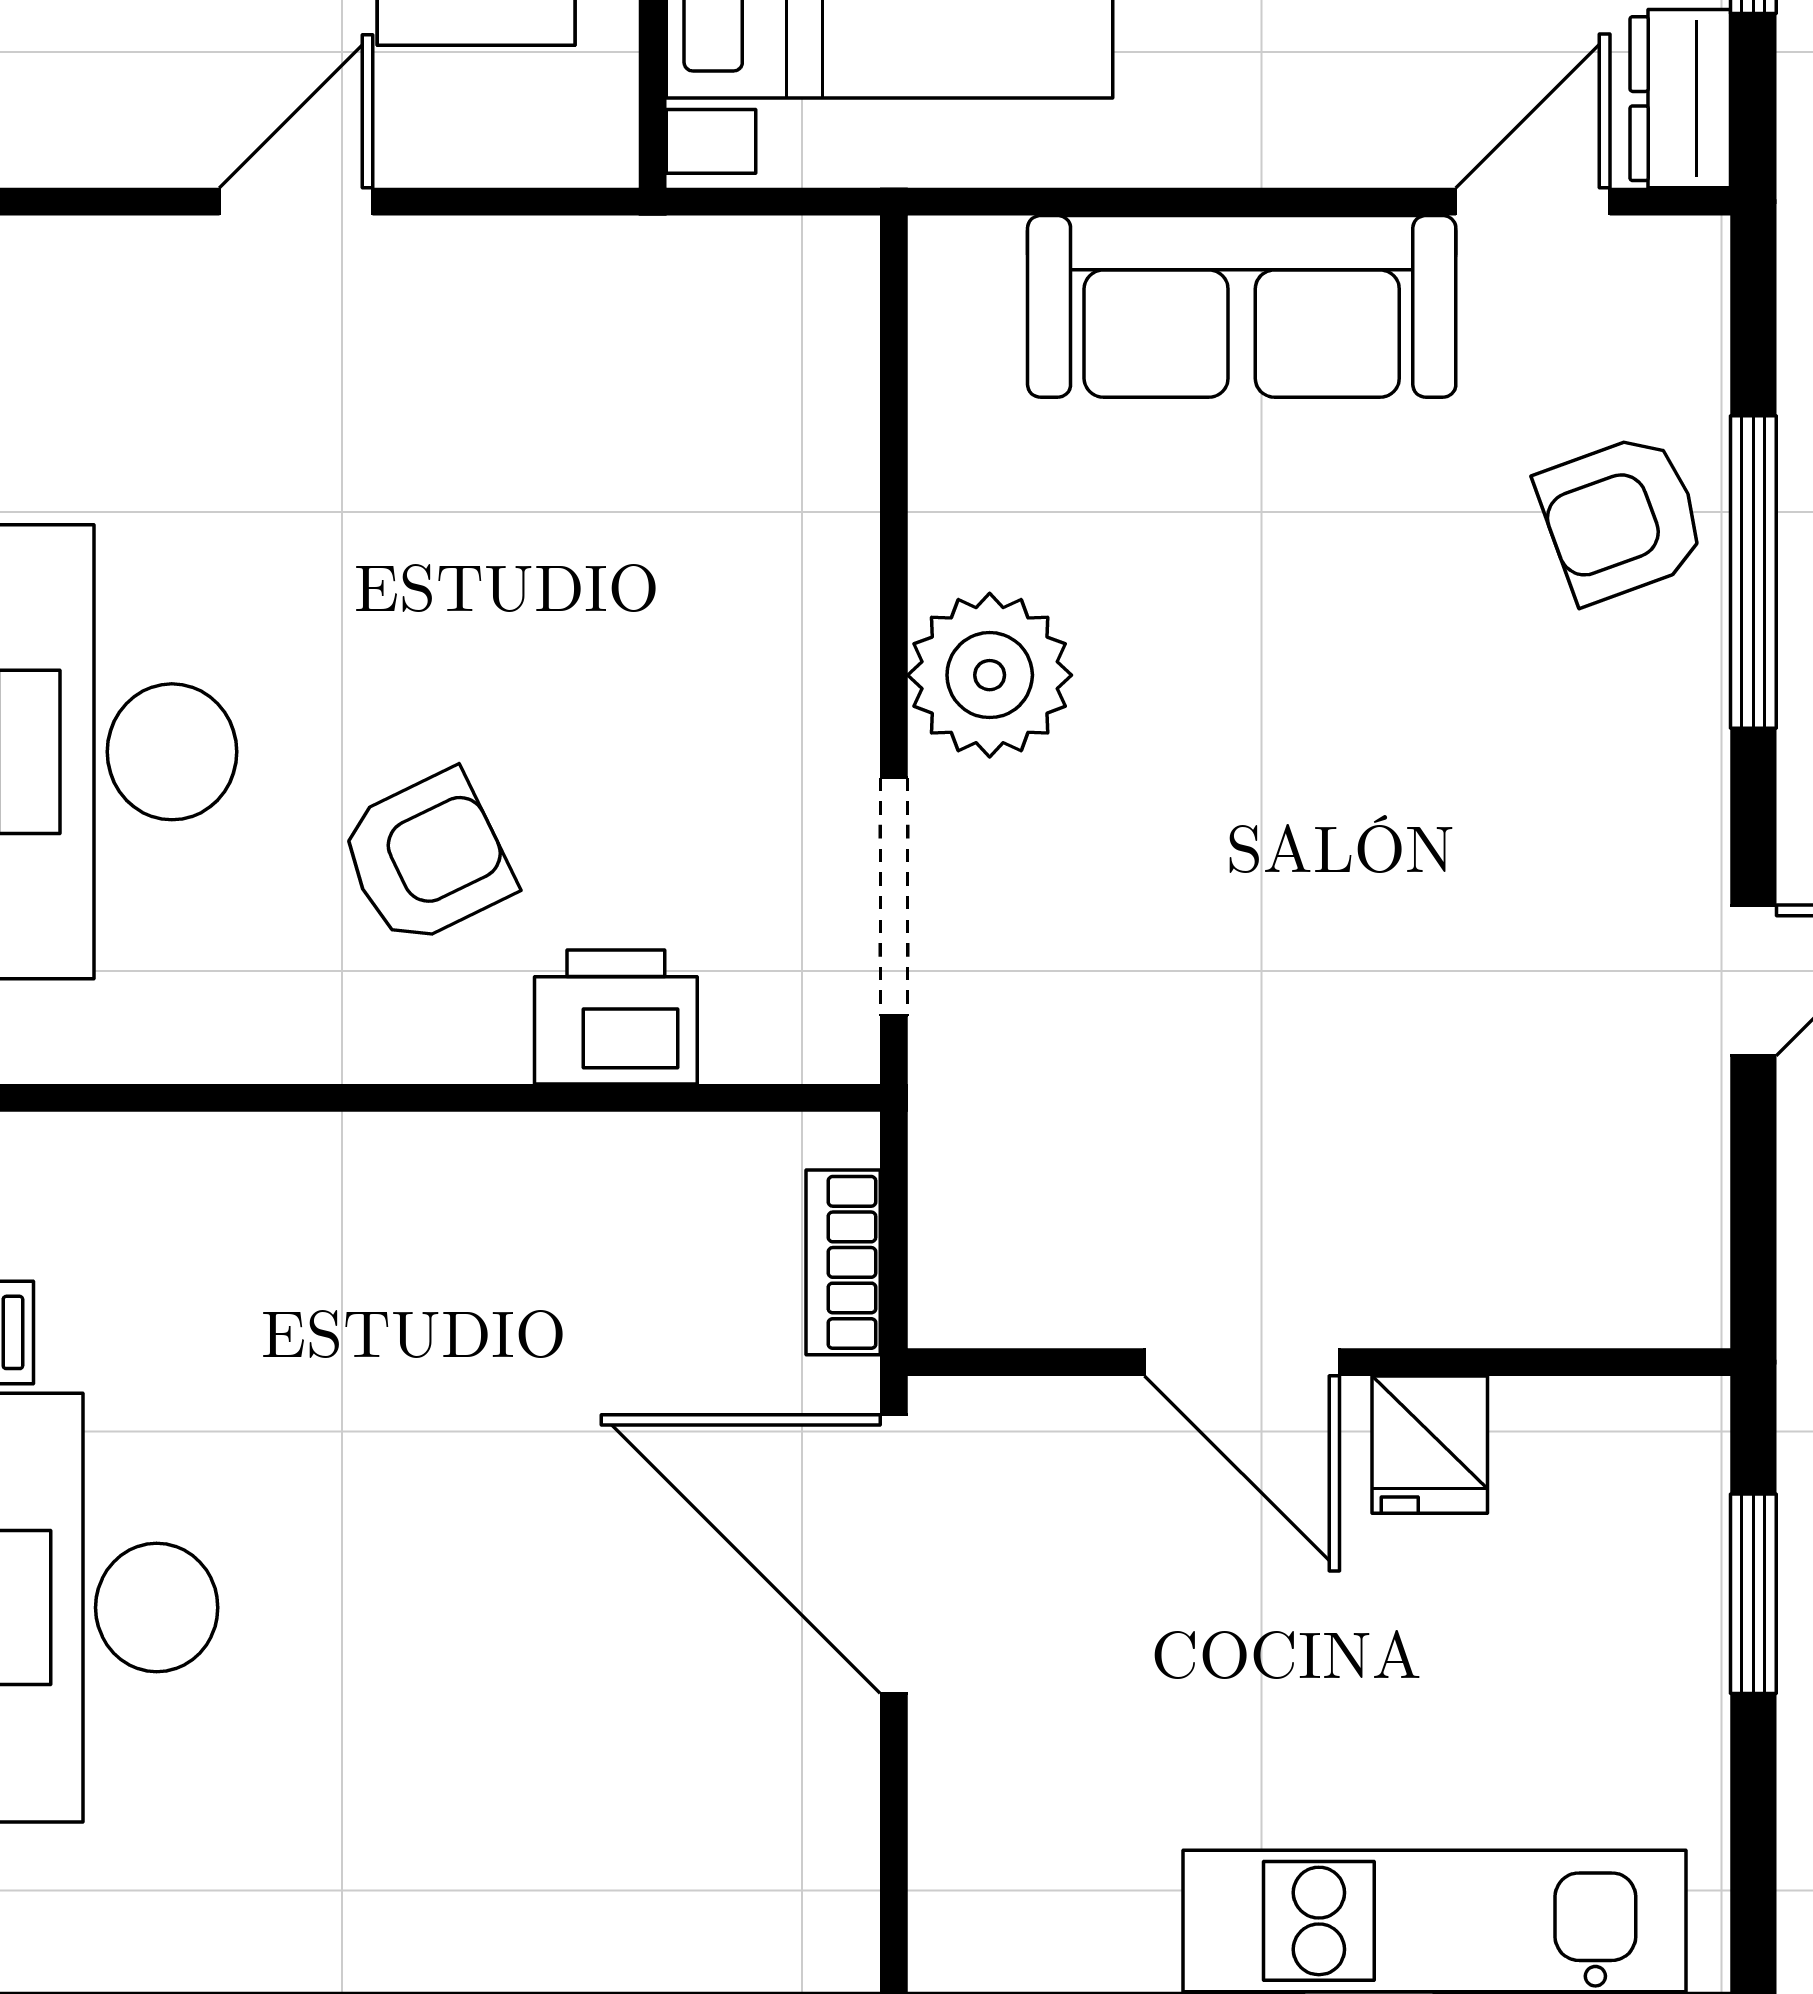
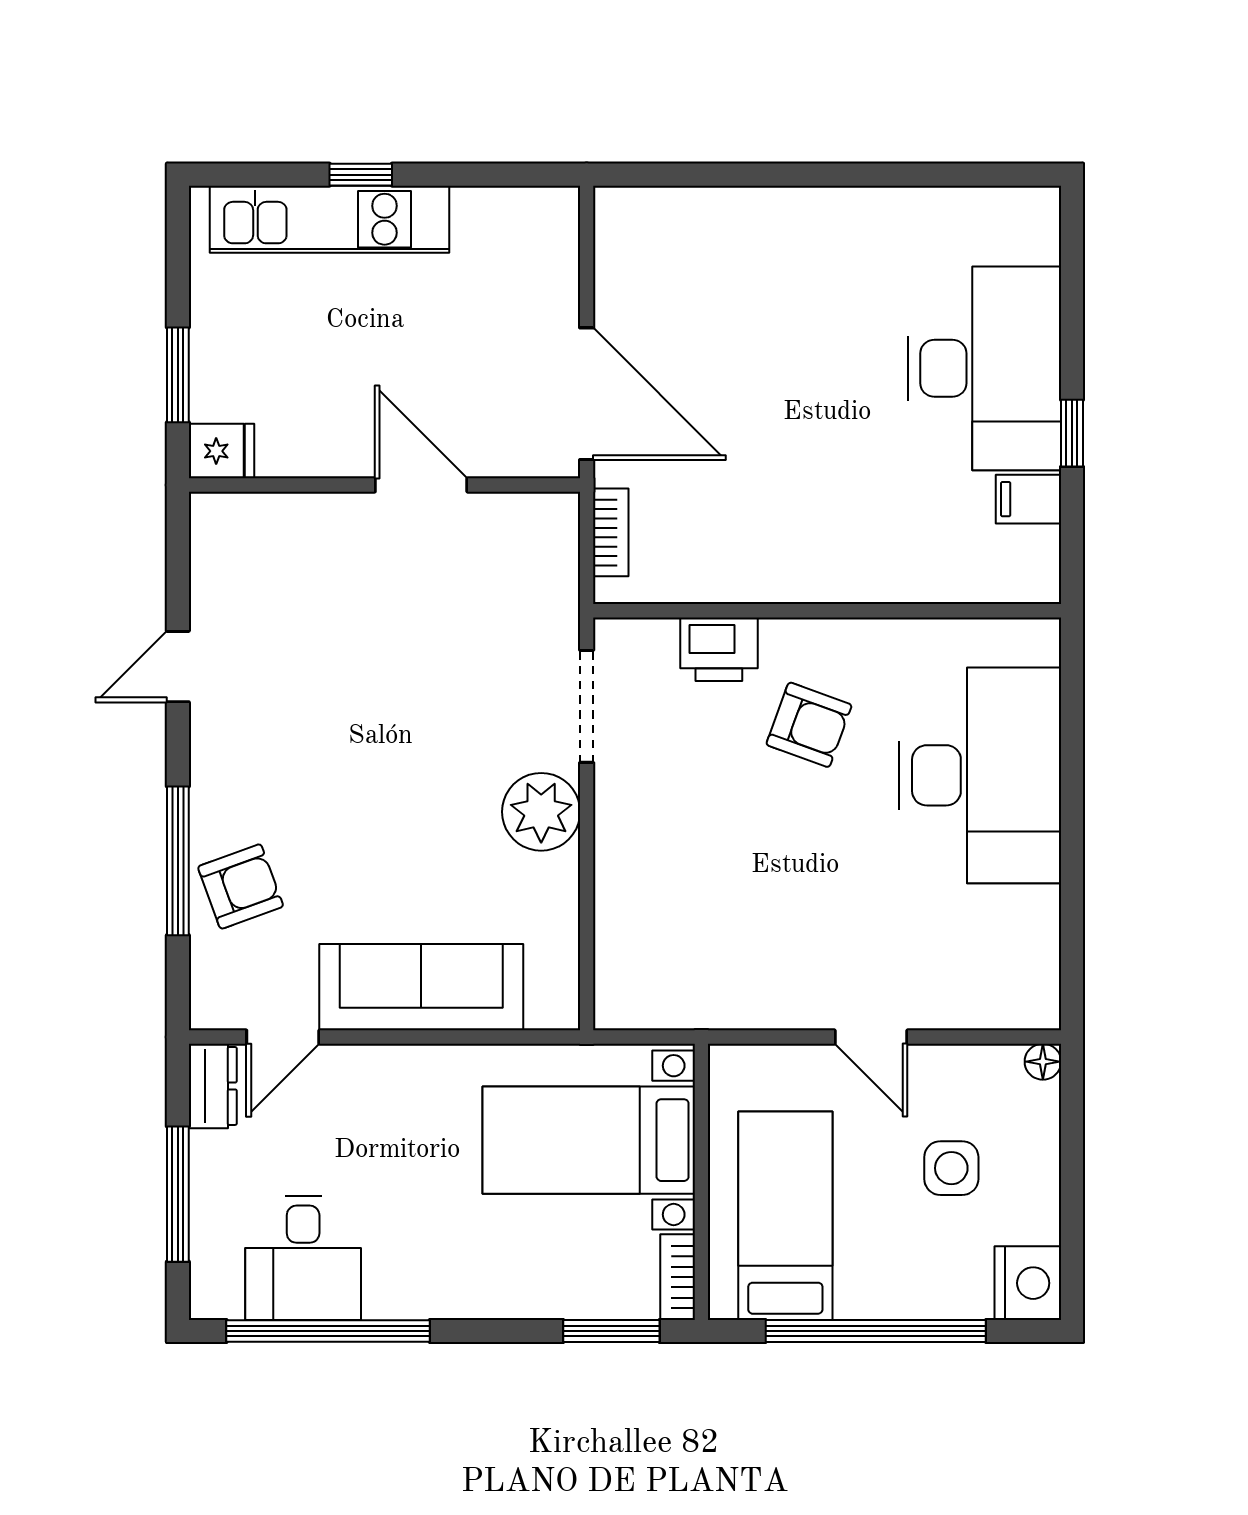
door: (296, 202) -> (871, 1037), hinge flipped
armchair: (426, 858) -> (809, 725), turned -134
fridge: (1430, 1445) -> (221, 451), moved, turned 90

